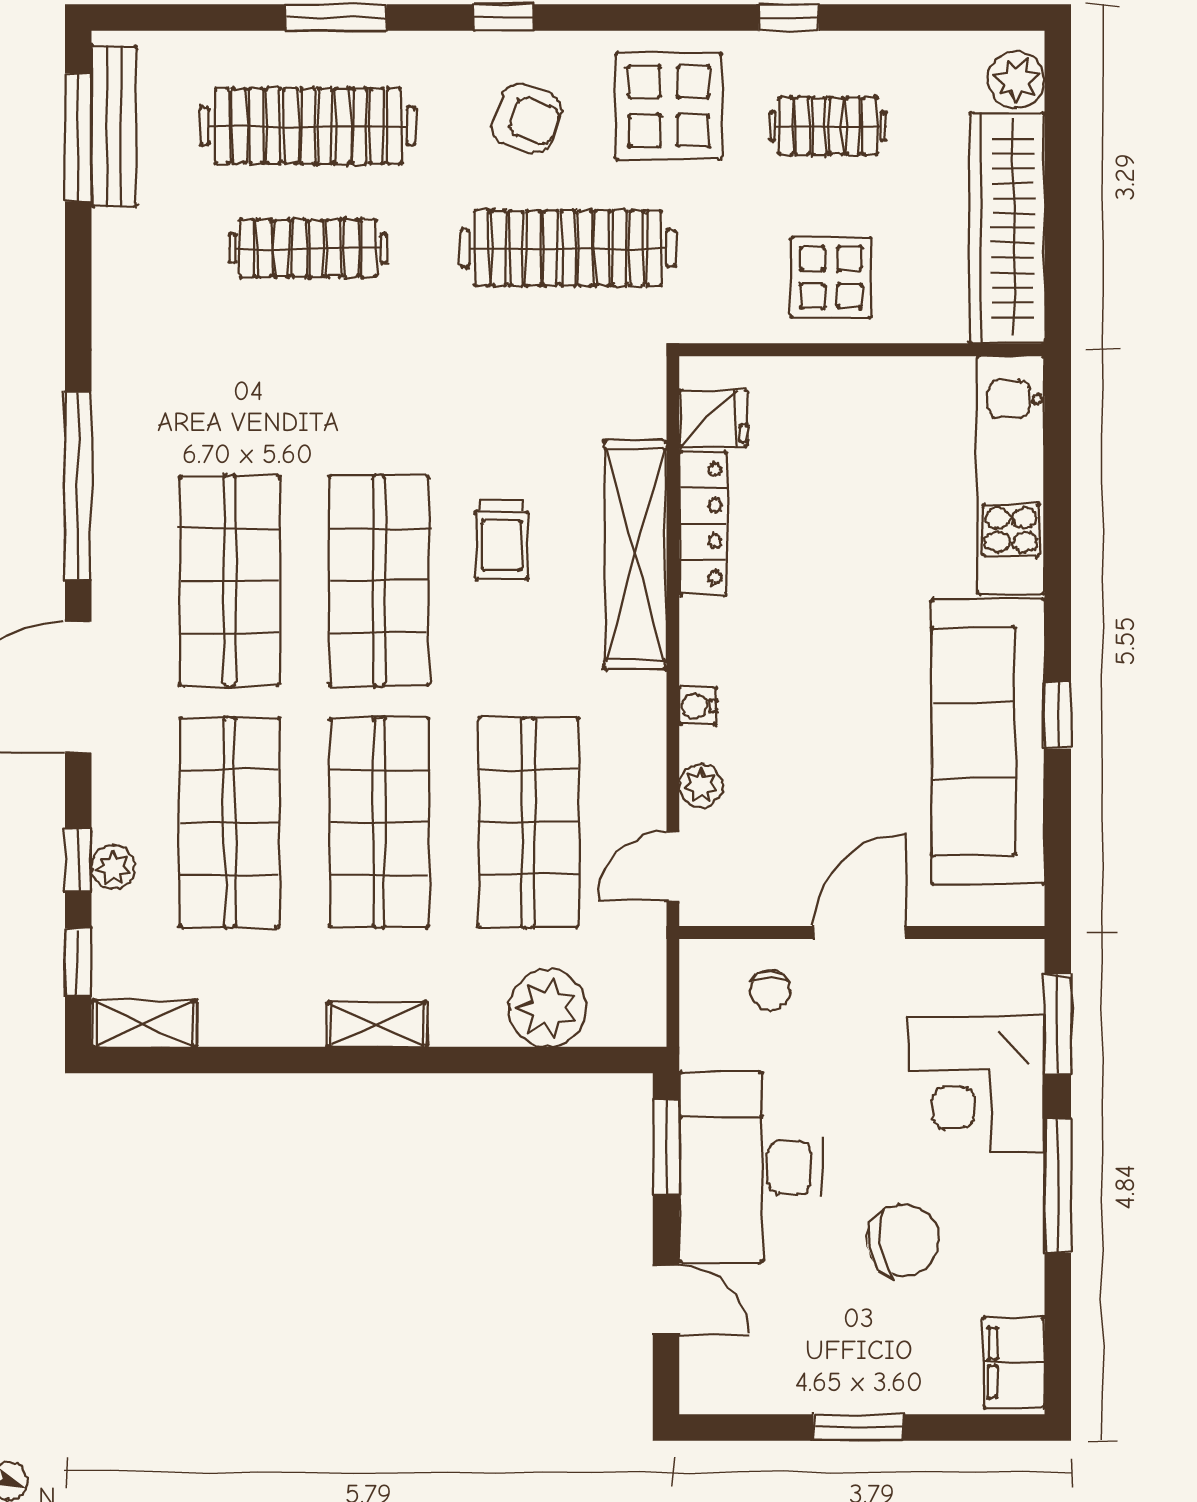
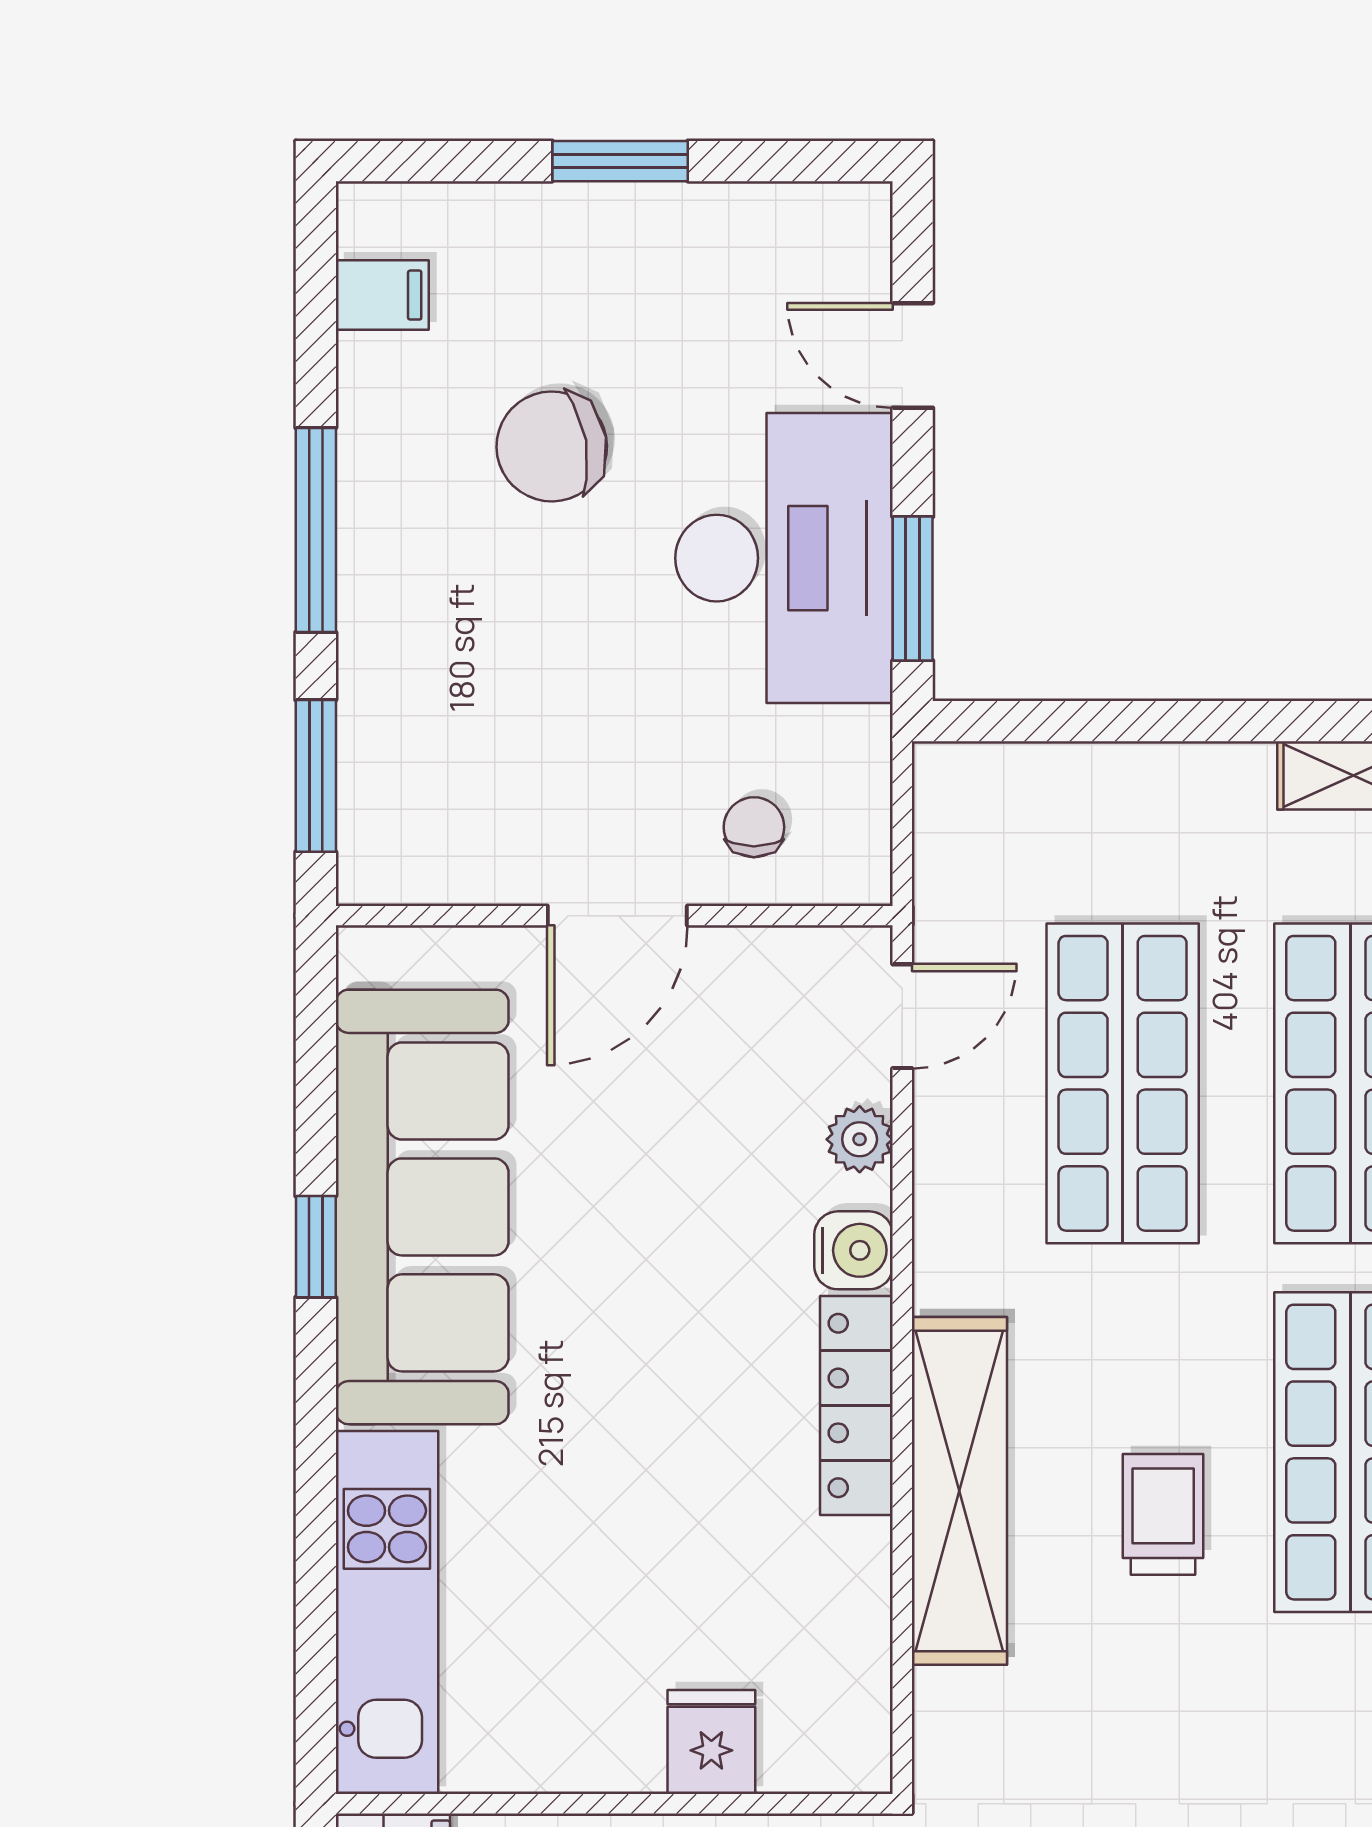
fridge: (713, 418) -> (711, 1742), moved, turned 90
locker: (703, 523) -> (856, 1405), moved
water cooler: (698, 706) -> (854, 1250), width x1.38, depth x1.38
plant: (548, 1008) -> (1093, 800), removed
corner desk: (976, 1084) -> (440, 684), removed
filing cabinet: (1014, 1362) -> (382, 295), width x0.50

